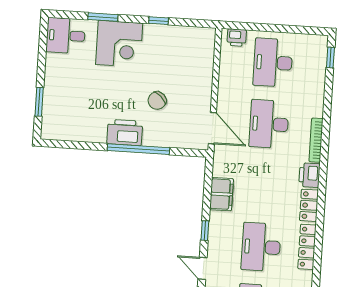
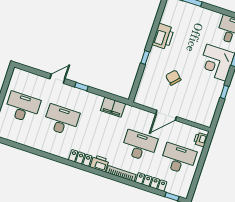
door: (212, 128) -> (166, 115), moved
printer: (125, 132) -> (163, 36), moved
window: (138, 149) -> (145, 57), width x0.32
filing cabinet: (222, 194) -> (113, 107), moved
locker: (307, 247) -> (151, 182), moved

